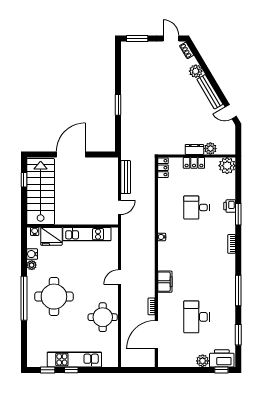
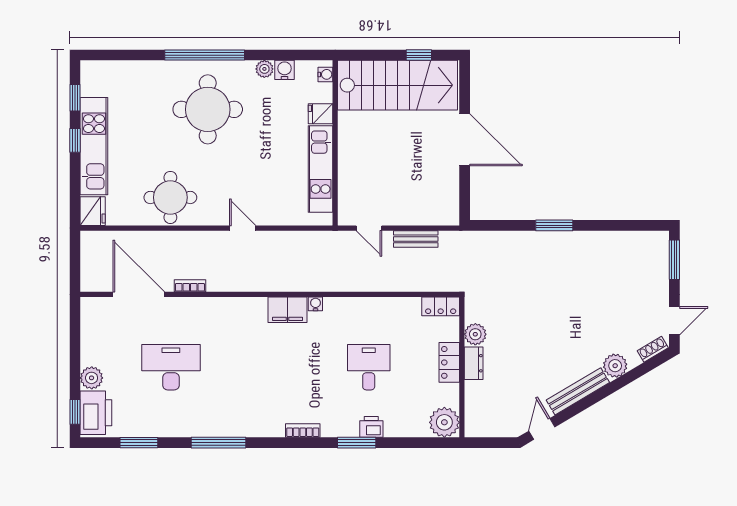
plant: (210, 149) -> (475, 334), moved
bench: (126, 177) -> (416, 239), width x0.73
fridge: (51, 236) -> (321, 114), width x0.53, depth x0.75
filing cabinet: (165, 282) -> (288, 310), moved
fridge: (110, 360) -> (93, 211), added

